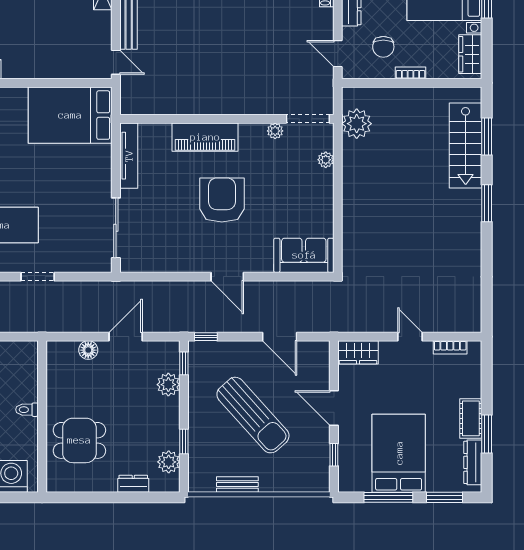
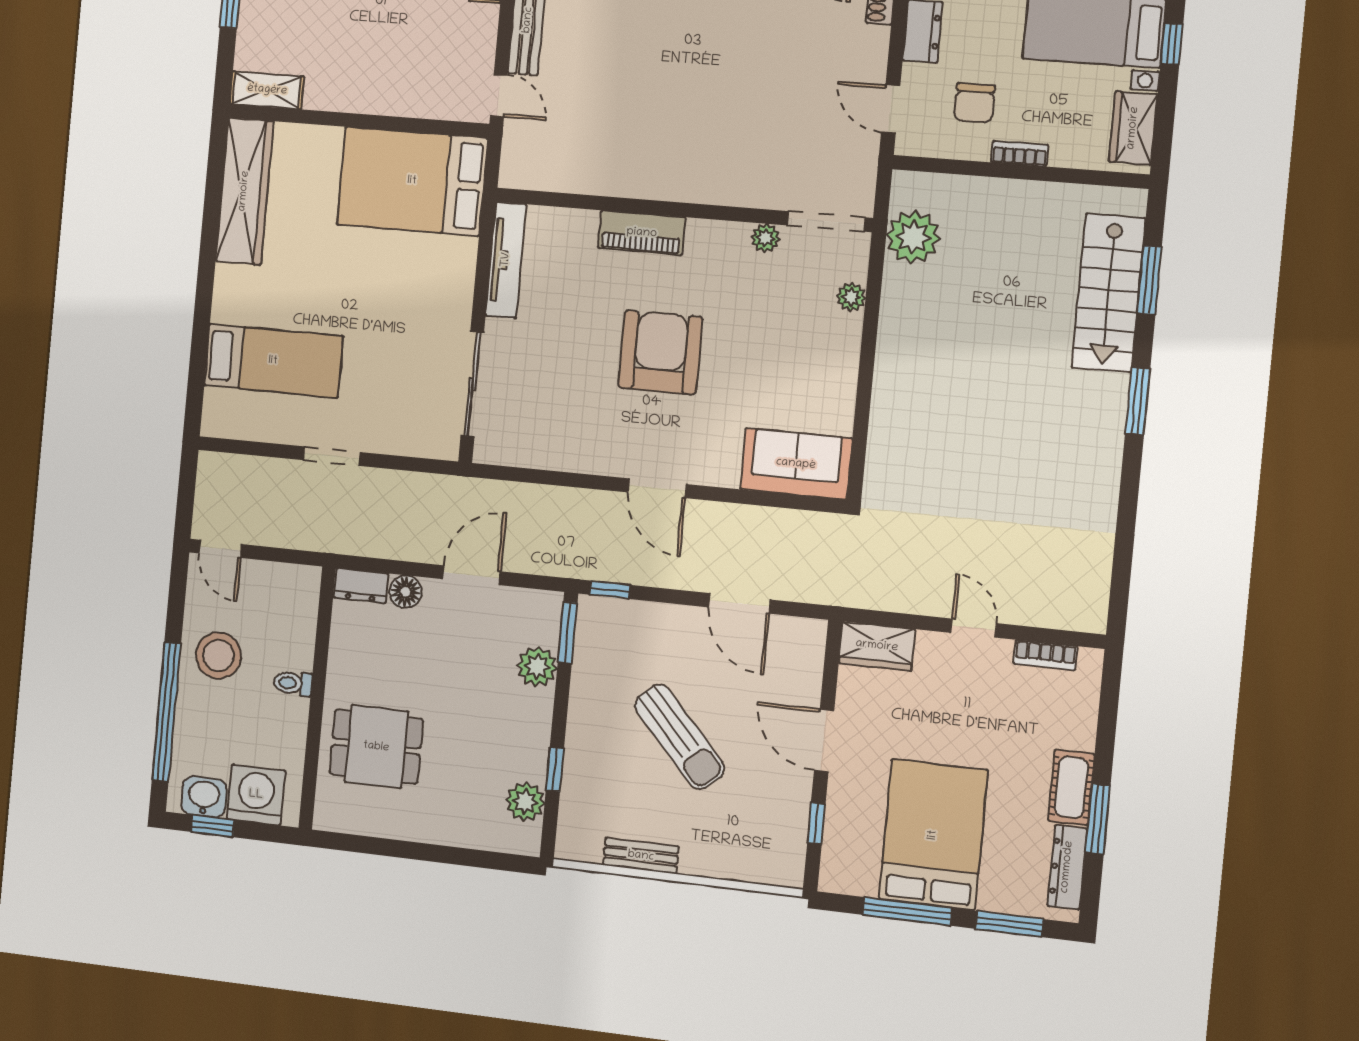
piano: (205, 137) -> (642, 233), width x0.73, depth x0.75
window: (184, 363) -> (568, 633), width x1.50
sun lounger: (253, 415) -> (680, 737), width x0.73, depth x0.75
dresser: (133, 484) -> (361, 586), moved, turned 180

